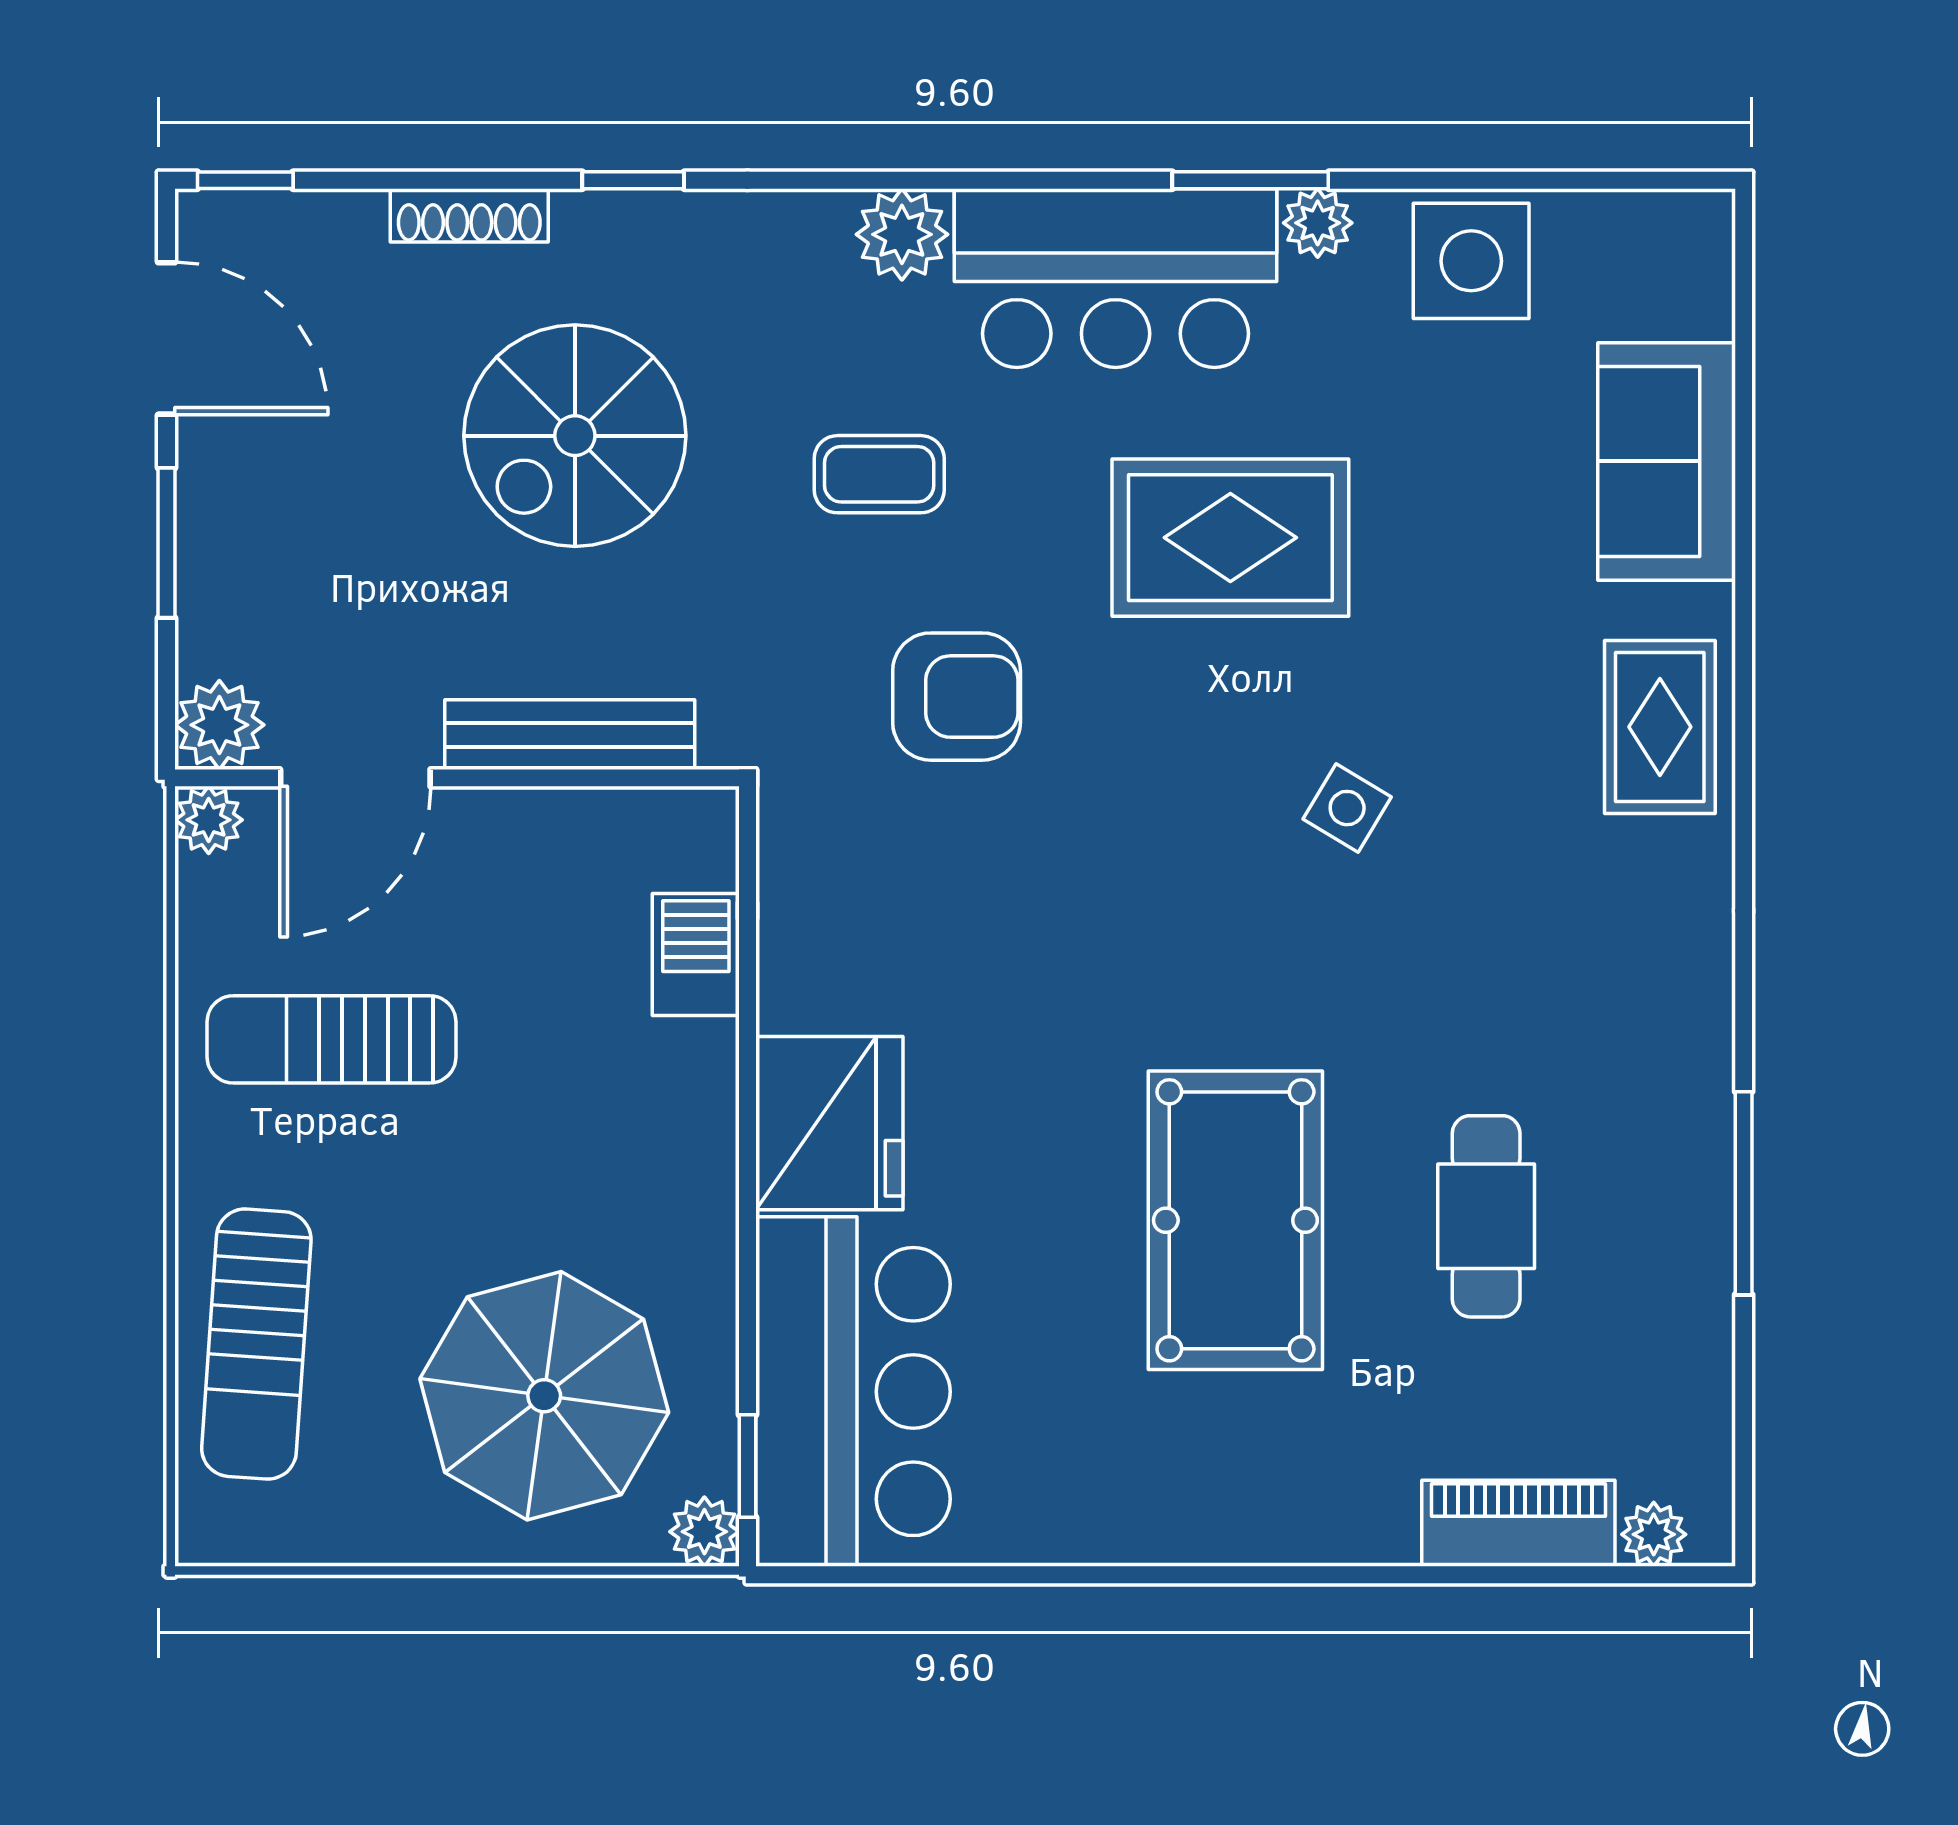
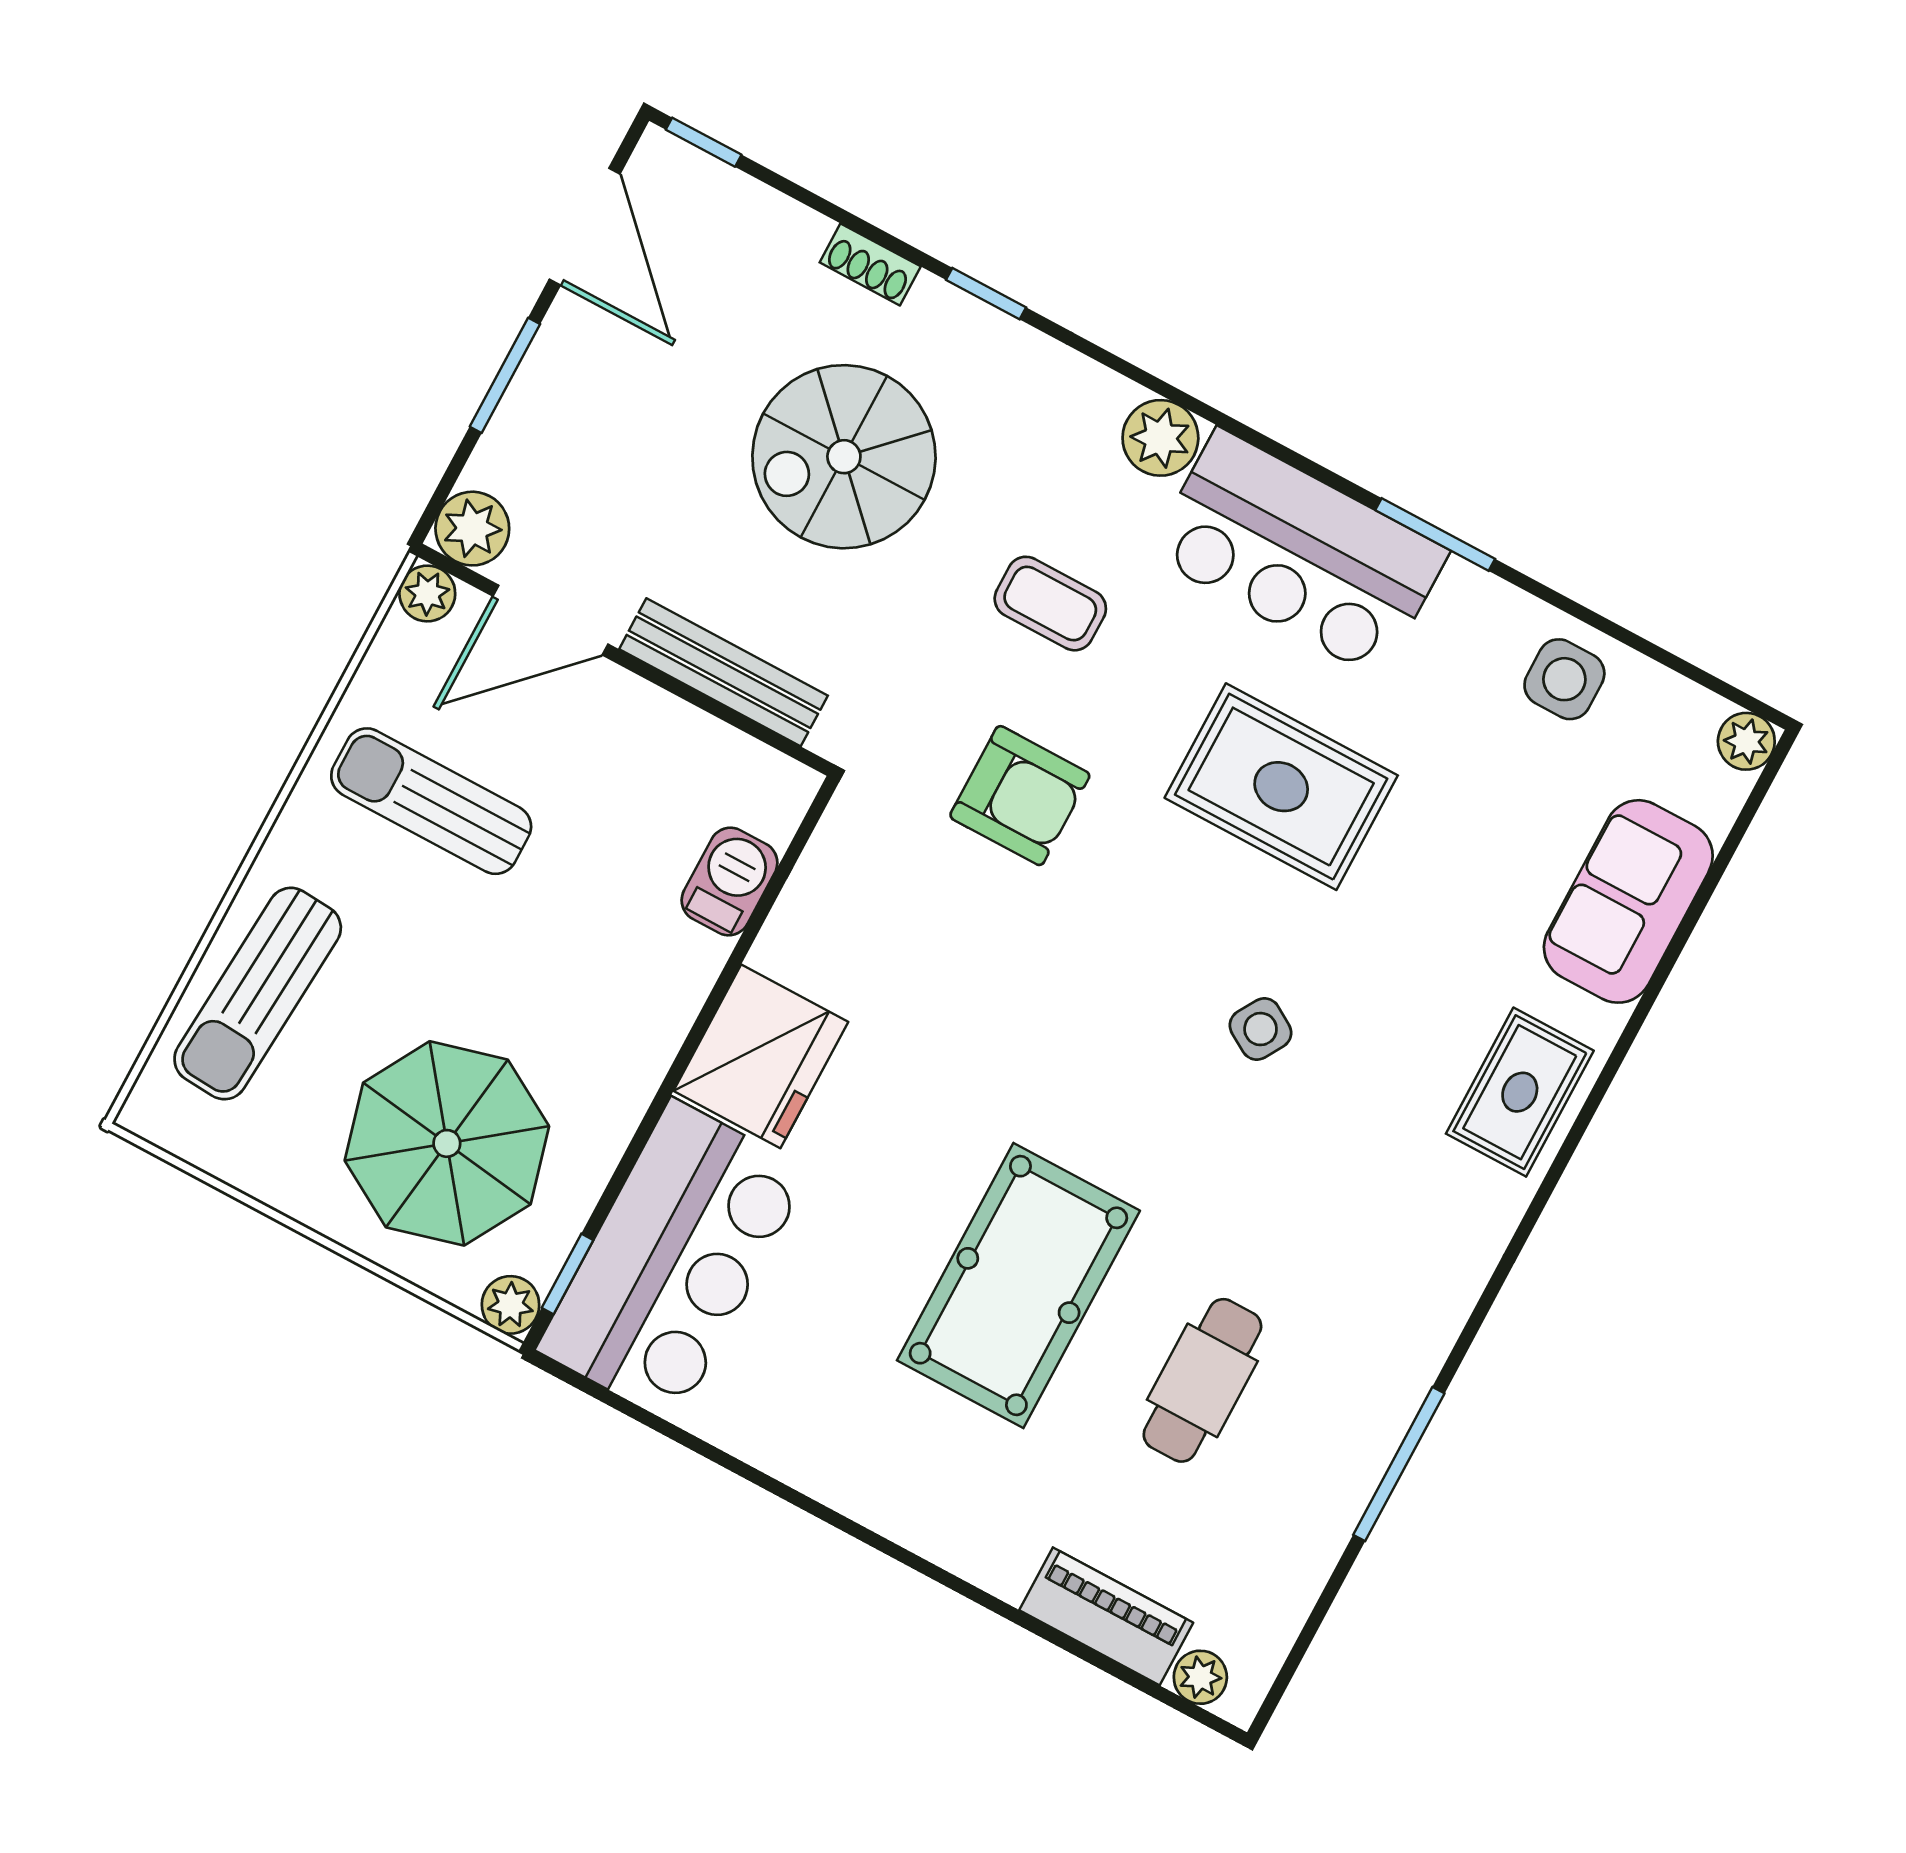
shoe rack: (469, 215) -> (870, 264), width x0.70
plant: (1318, 223) -> (1746, 741), moved
side table: (1471, 261) -> (1564, 679), width x0.73, depth x0.73

